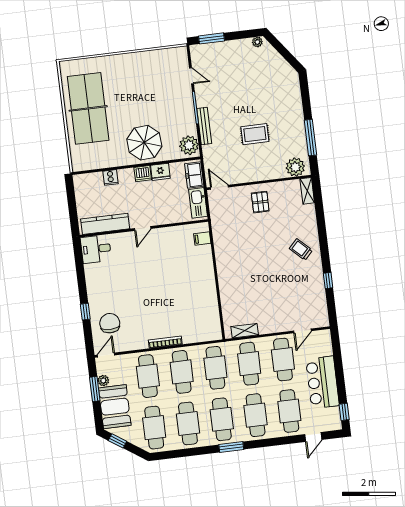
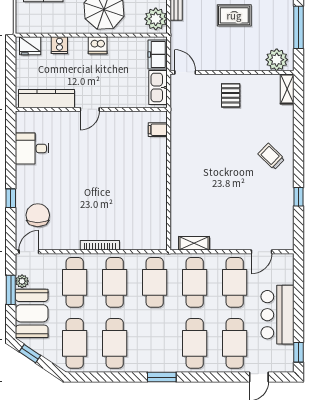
fridge: (160, 172) -> (30, 46), moved
desk: (96, 249) -> (32, 148), moved
cafe table: (222, 419) -> (155, 343), removed

